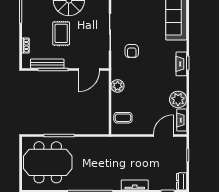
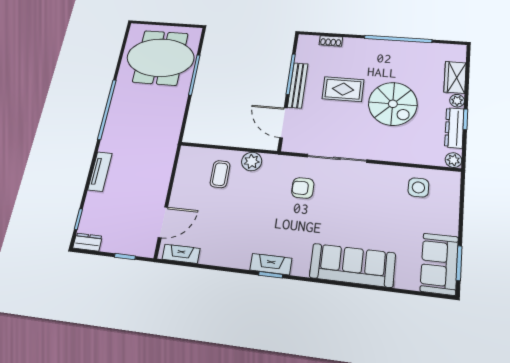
bench: (47, 64) -> (298, 85), moved
plant: (178, 99) -> (215, 252), removed
coffee table: (123, 118) -> (220, 174), moved
door: (163, 136) -> (163, 222), hinge flipped
meeting table: (48, 162) -> (160, 58), turned 90

